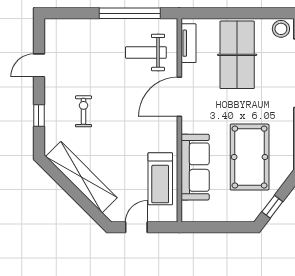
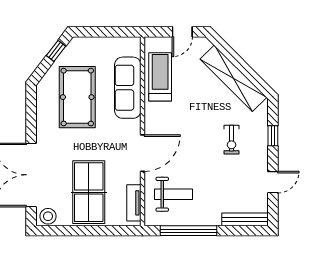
bench: (69, 25) -> (245, 219), added

